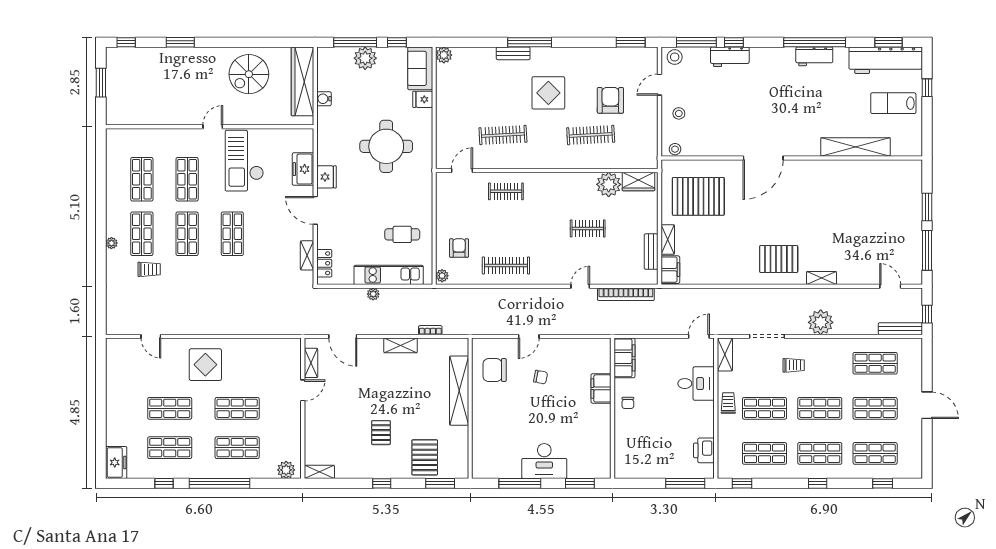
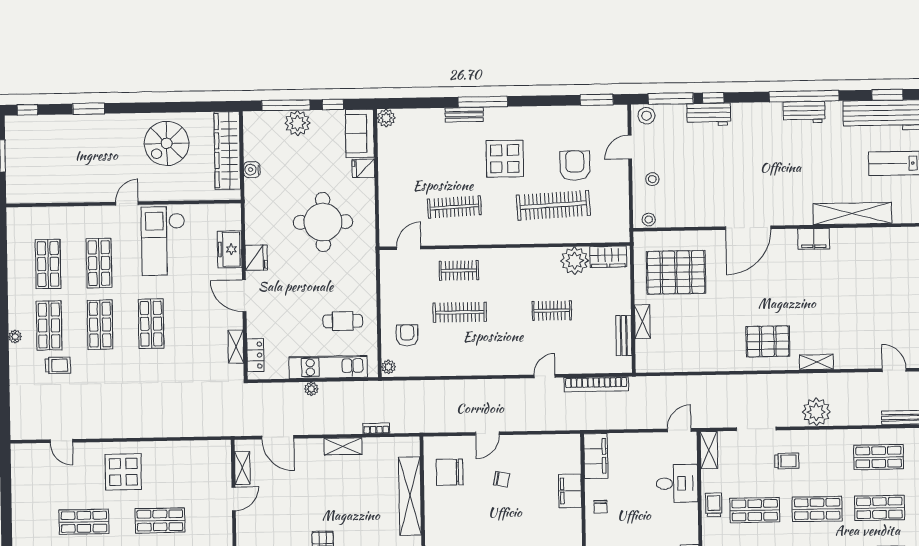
clothes rail: (591, 135) -> (553, 205), width x1.37, depth x1.31
clothes rail: (506, 265) -> (460, 312), moved
filing cabinet: (670, 270) -> (814, 239), moved, turned 90

